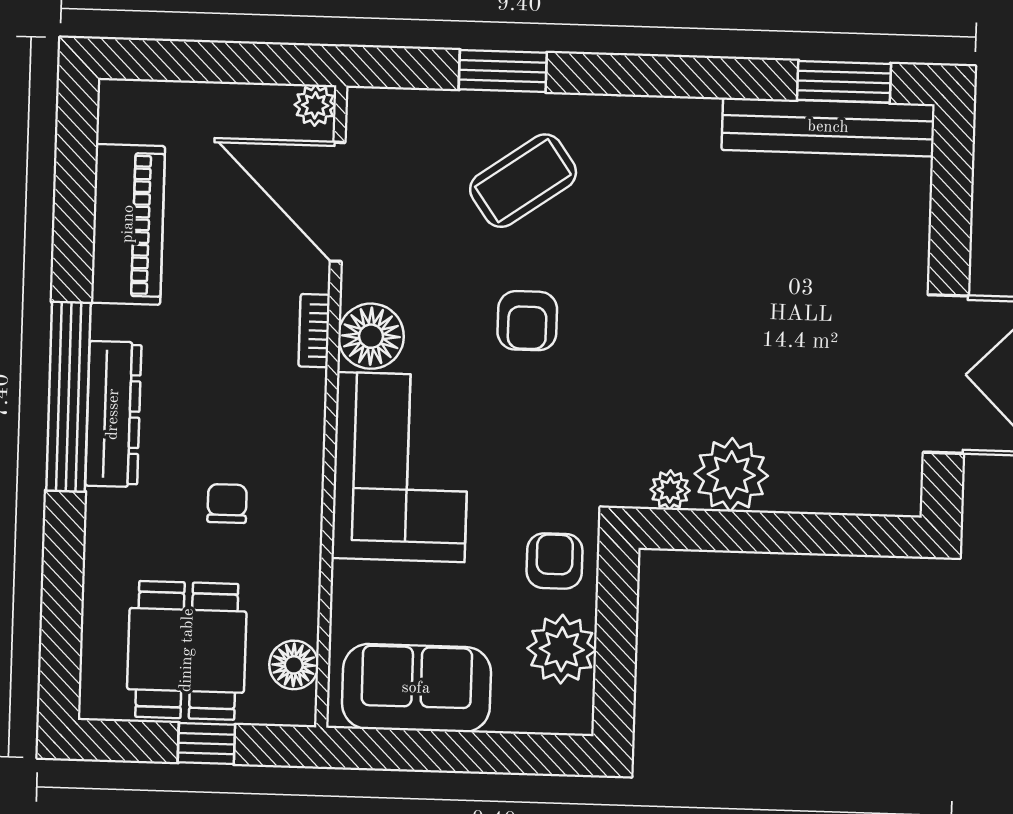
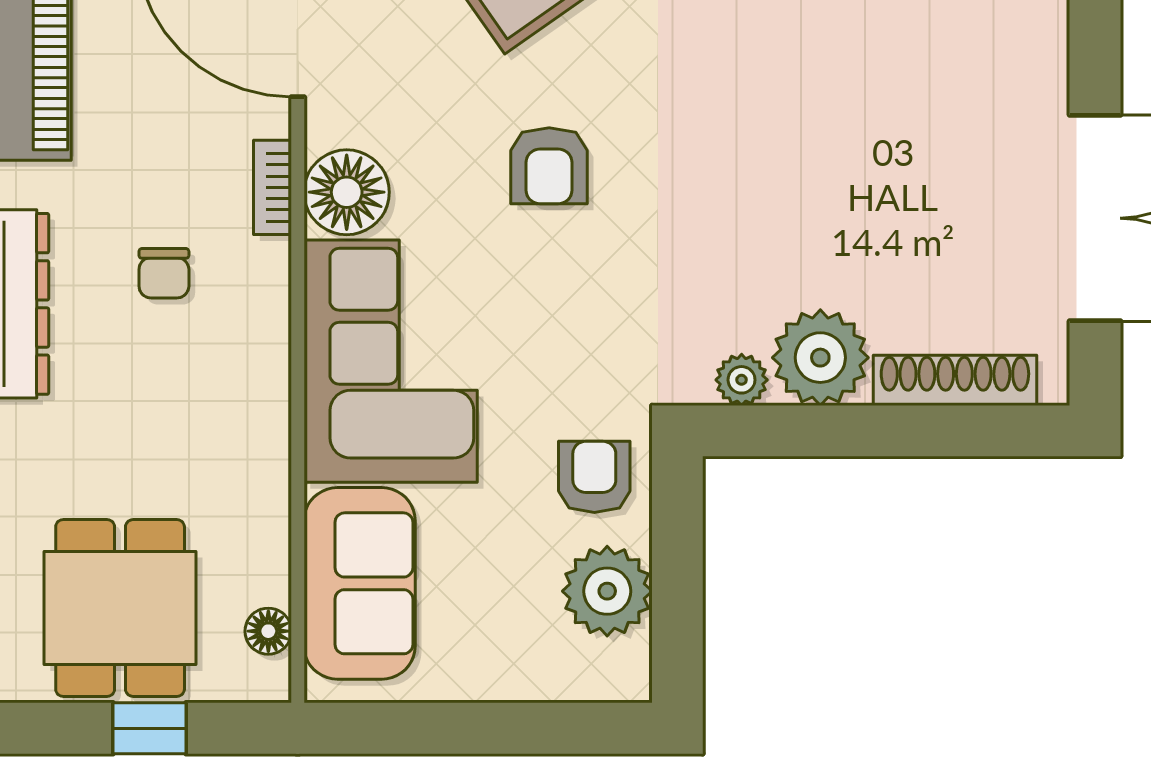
shoe rack: (834, 496) -> (955, 380), added
chair: (227, 503) -> (164, 273), moved, turned 180
floor lamp: (294, 665) -> (268, 631), width x0.73, depth x0.73
sofa: (416, 688) -> (360, 583), moved, turned 90

